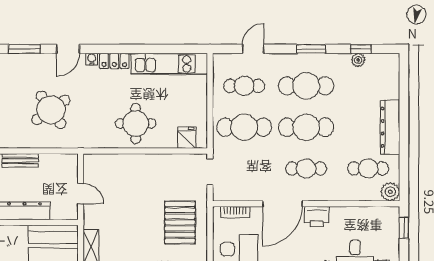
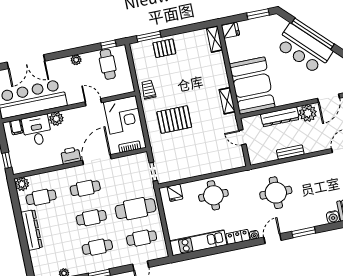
cafe table: (306, 86) -> (97, 247), width x0.73, depth x0.74
round table: (51, 110) -> (276, 193), turned 35
cafe table: (306, 127) -> (91, 218), width x0.73, depth x0.74
pallet: (180, 222) -> (174, 120), moved, turned 90

